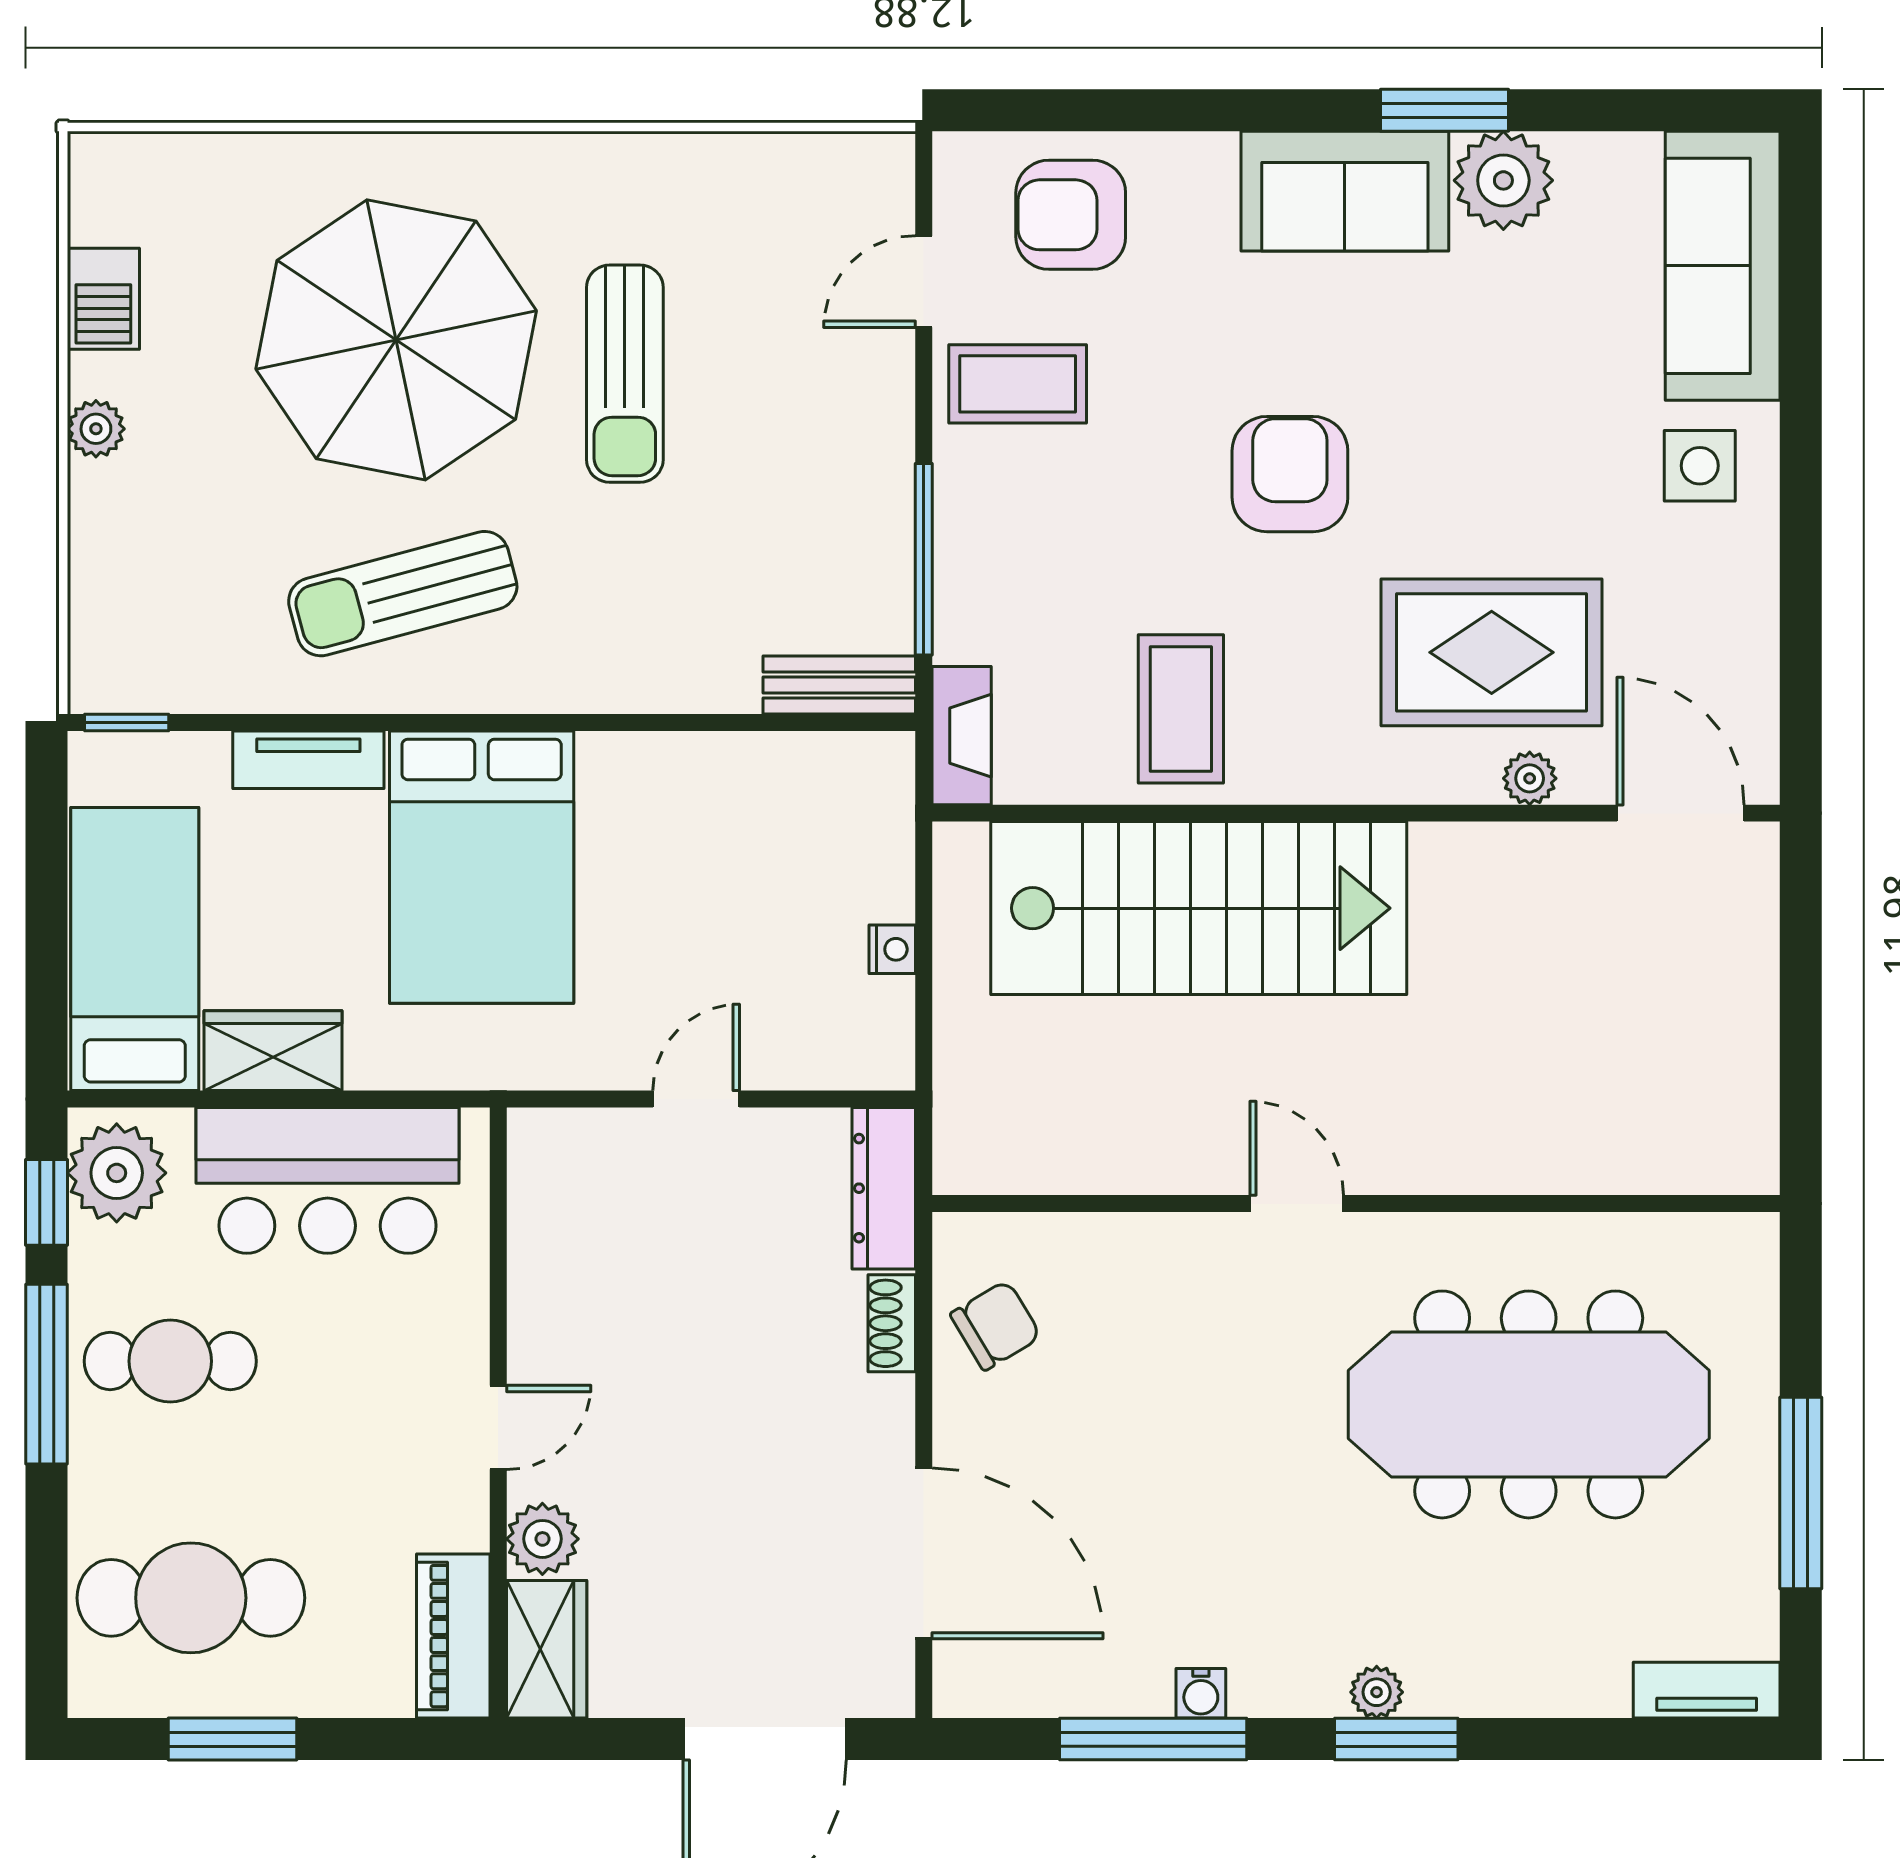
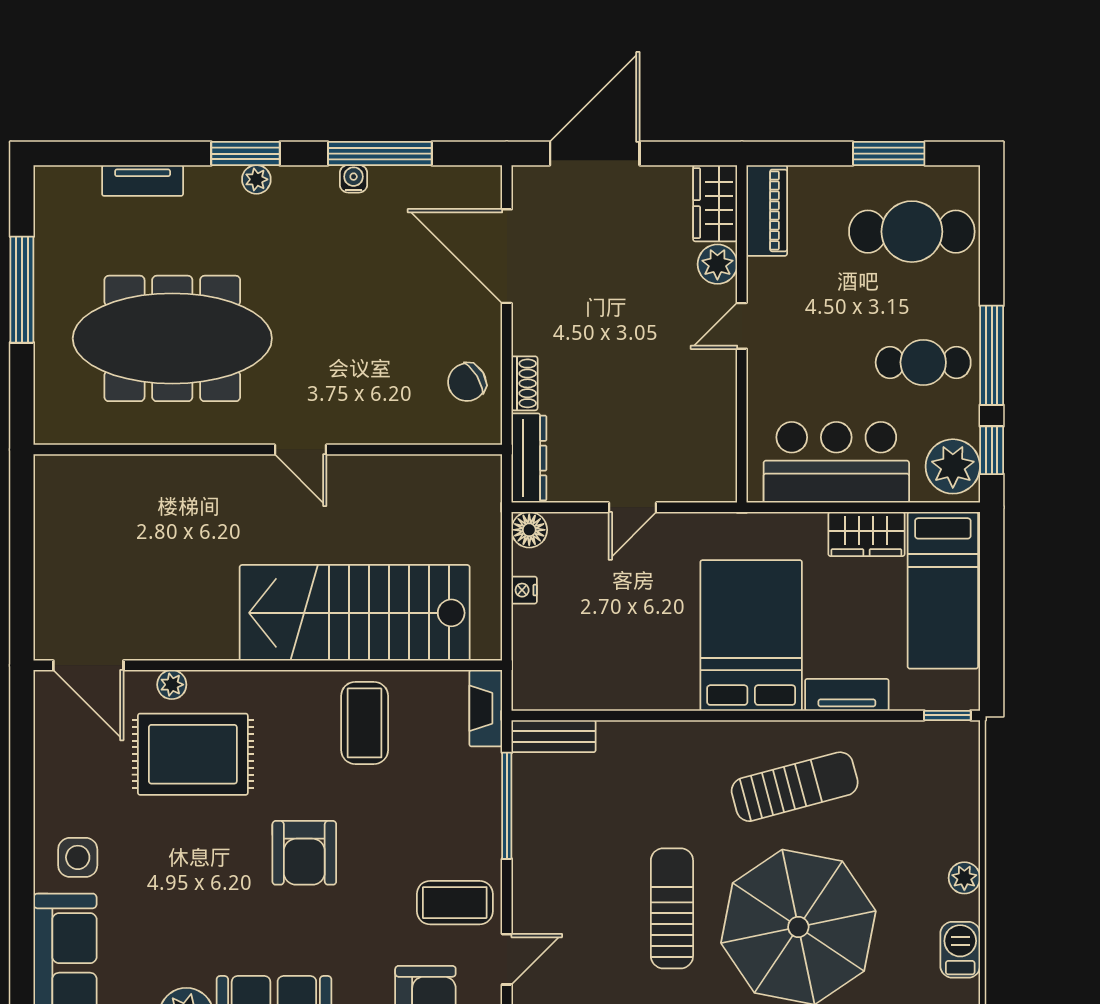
floor lamp: (883, 1058) -> (529, 530), added
tv unit: (1707, 1690) -> (143, 181), moved

